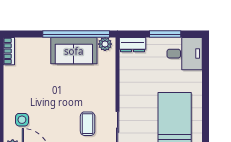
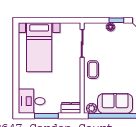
coffee table: (88, 124) -> (93, 70), moved

